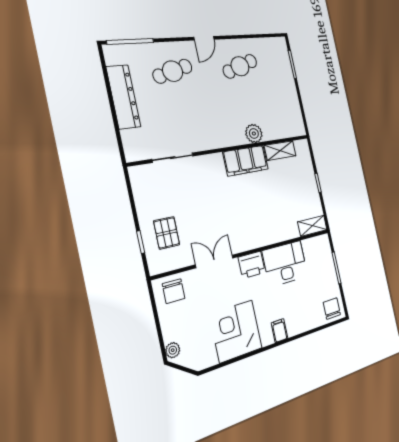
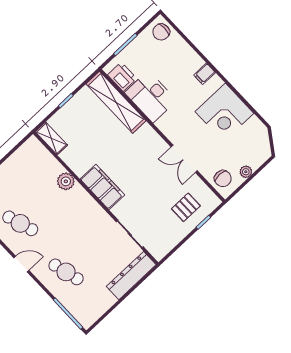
dresser: (123, 97) -> (131, 276), moved
shelving: (280, 151) -> (51, 138), moved
filing cabinet: (246, 161) -> (102, 187), moved
shelving: (312, 226) -> (116, 102), width x2.20, depth x1.33
printer: (252, 265) -> (122, 77), moved
chair: (174, 291) -> (223, 179), turned 90
plant: (173, 350) -> (246, 172), moved

